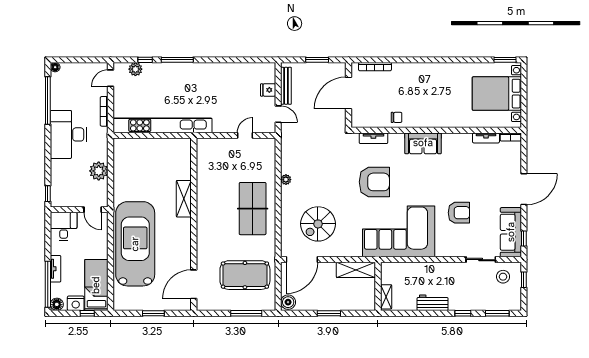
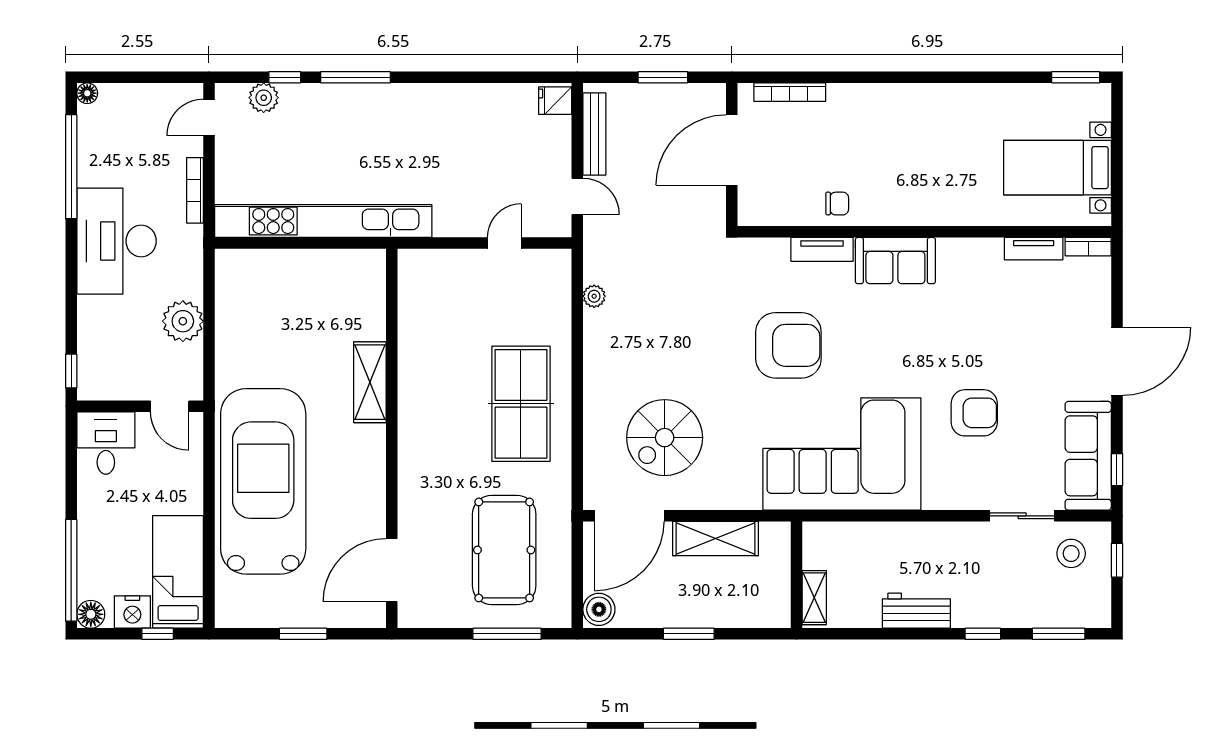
fridge: (268, 90) -> (555, 101), moved
bed with nightstands: (497, 94) -> (1057, 168), width x0.73
tv unit: (373, 138) -> (822, 249), moved
plant: (286, 180) -> (594, 296), moved
tv unit: (56, 269) -> (88, 536), removed
shelving: (356, 270) -> (716, 539), moved
pool table: (245, 275) -> (504, 550), turned 90

